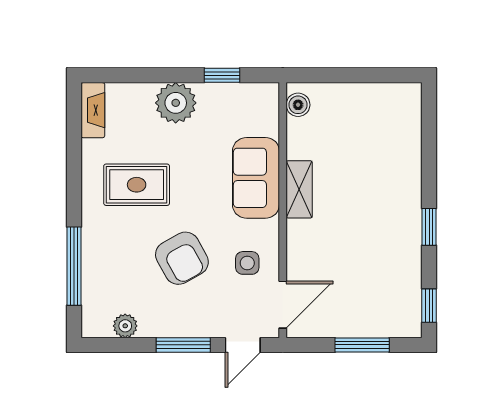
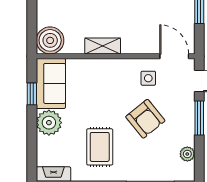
boiler: (298, 105) -> (50, 40), width x1.86, depth x1.86
sofa: (256, 178) -> (51, 83), moved, turned -90
armchair: (182, 258) -> (145, 119), turned 80

